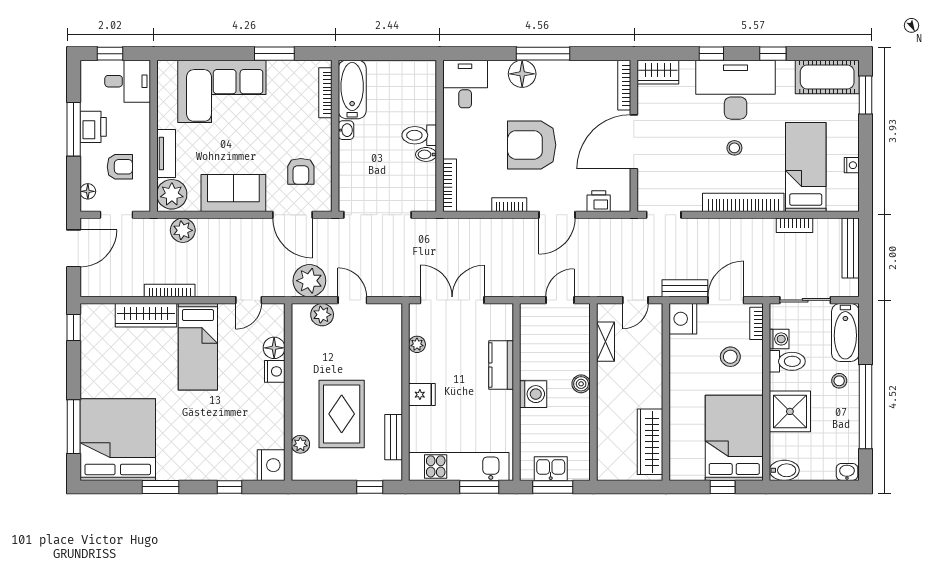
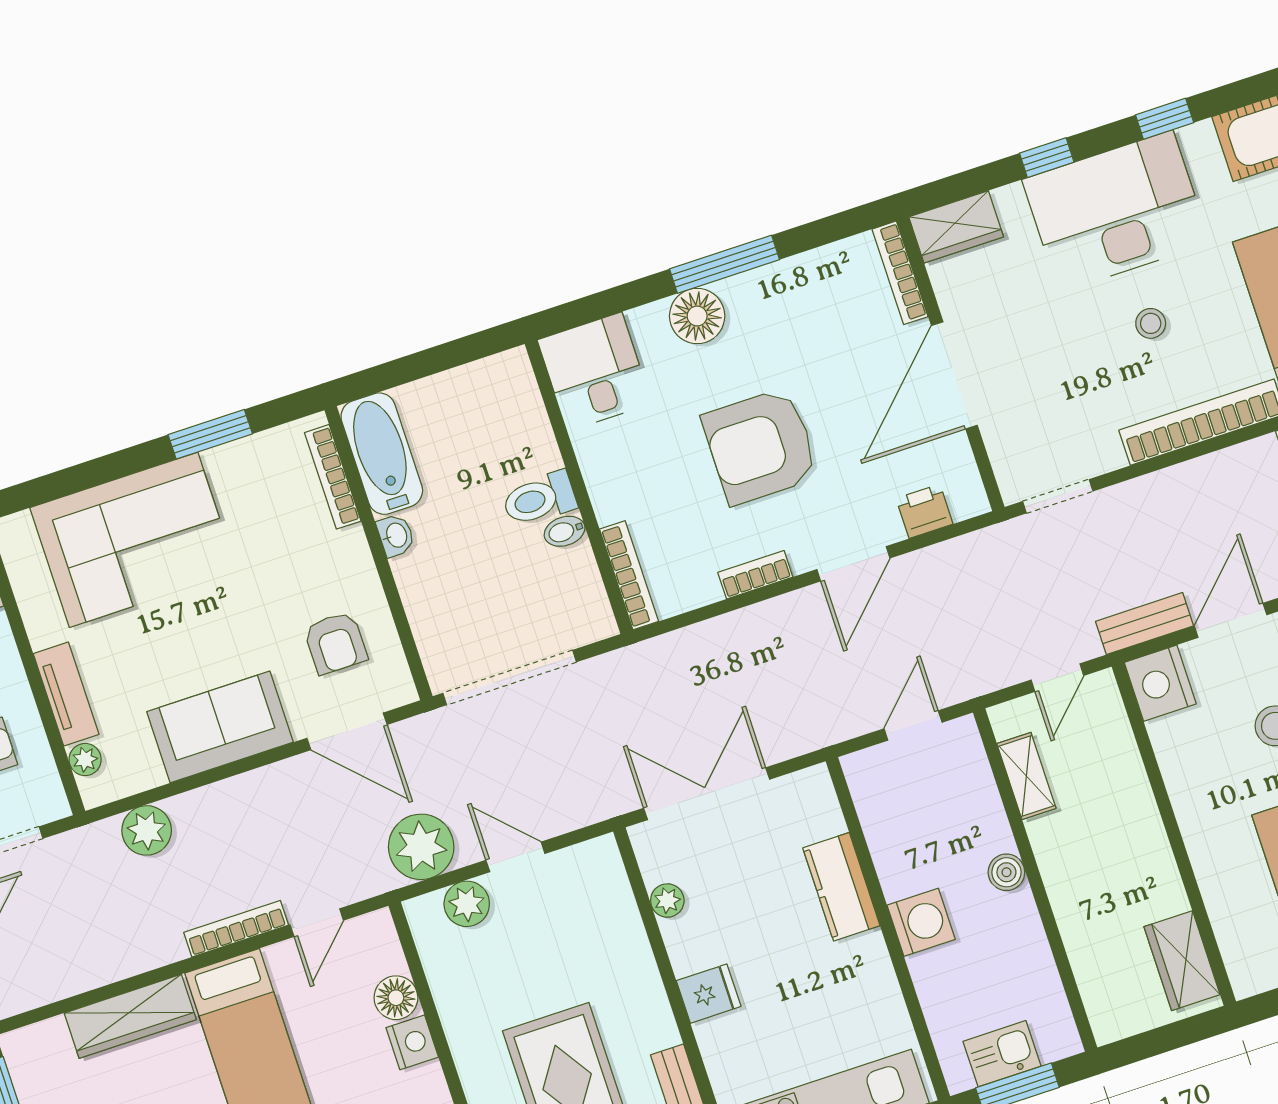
plant: (172, 194) -> (85, 760), width x0.53, depth x0.53
bookcase: (170, 290) -> (236, 929), moved
wardrobe: (650, 442) -> (1182, 961), width x0.67

